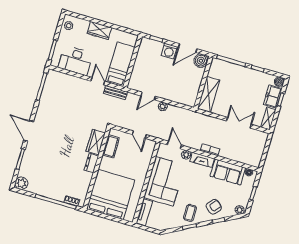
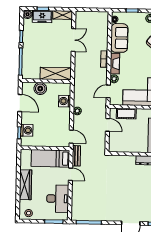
wardrobe: (99, 30) -> (25, 185), width x1.50
washing machine: (169, 51) -> (27, 130), moved
boiler: (201, 61) -> (40, 89), moved
door: (98, 81) -> (70, 174), swing flipped
door: (148, 96) -> (71, 137), moved
washing machine: (177, 96) -> (65, 101), added
double door: (239, 123) -> (73, 40), swing flipped
door: (139, 135) -> (108, 125), hinge flipped
wardrobe: (96, 142) -> (125, 161), removed
cot: (111, 146) -> (126, 114), moved

